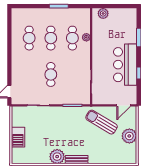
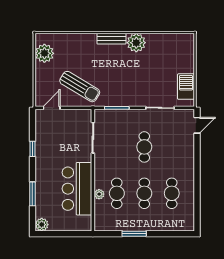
plant: (103, 13) -> (42, 225), moved
bar counter: (125, 65) -> (77, 189), moved, turned 180
plant: (129, 136) -> (44, 53), moved
barbecue: (18, 137) -> (186, 87), moved

